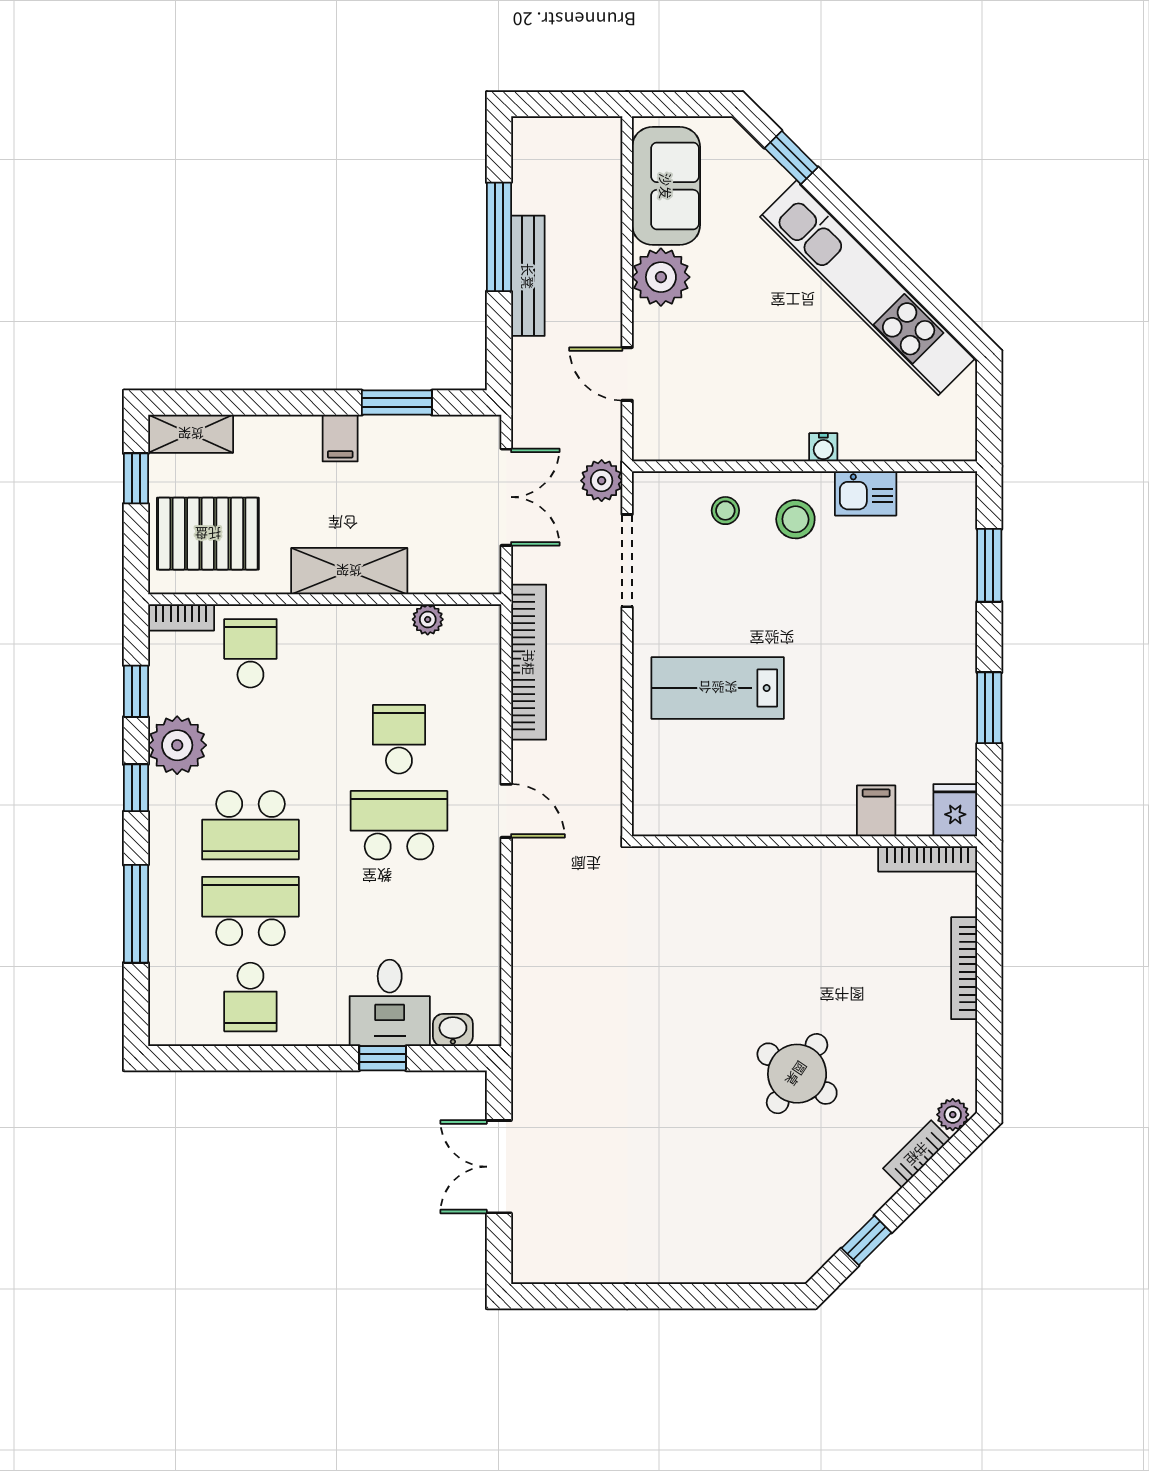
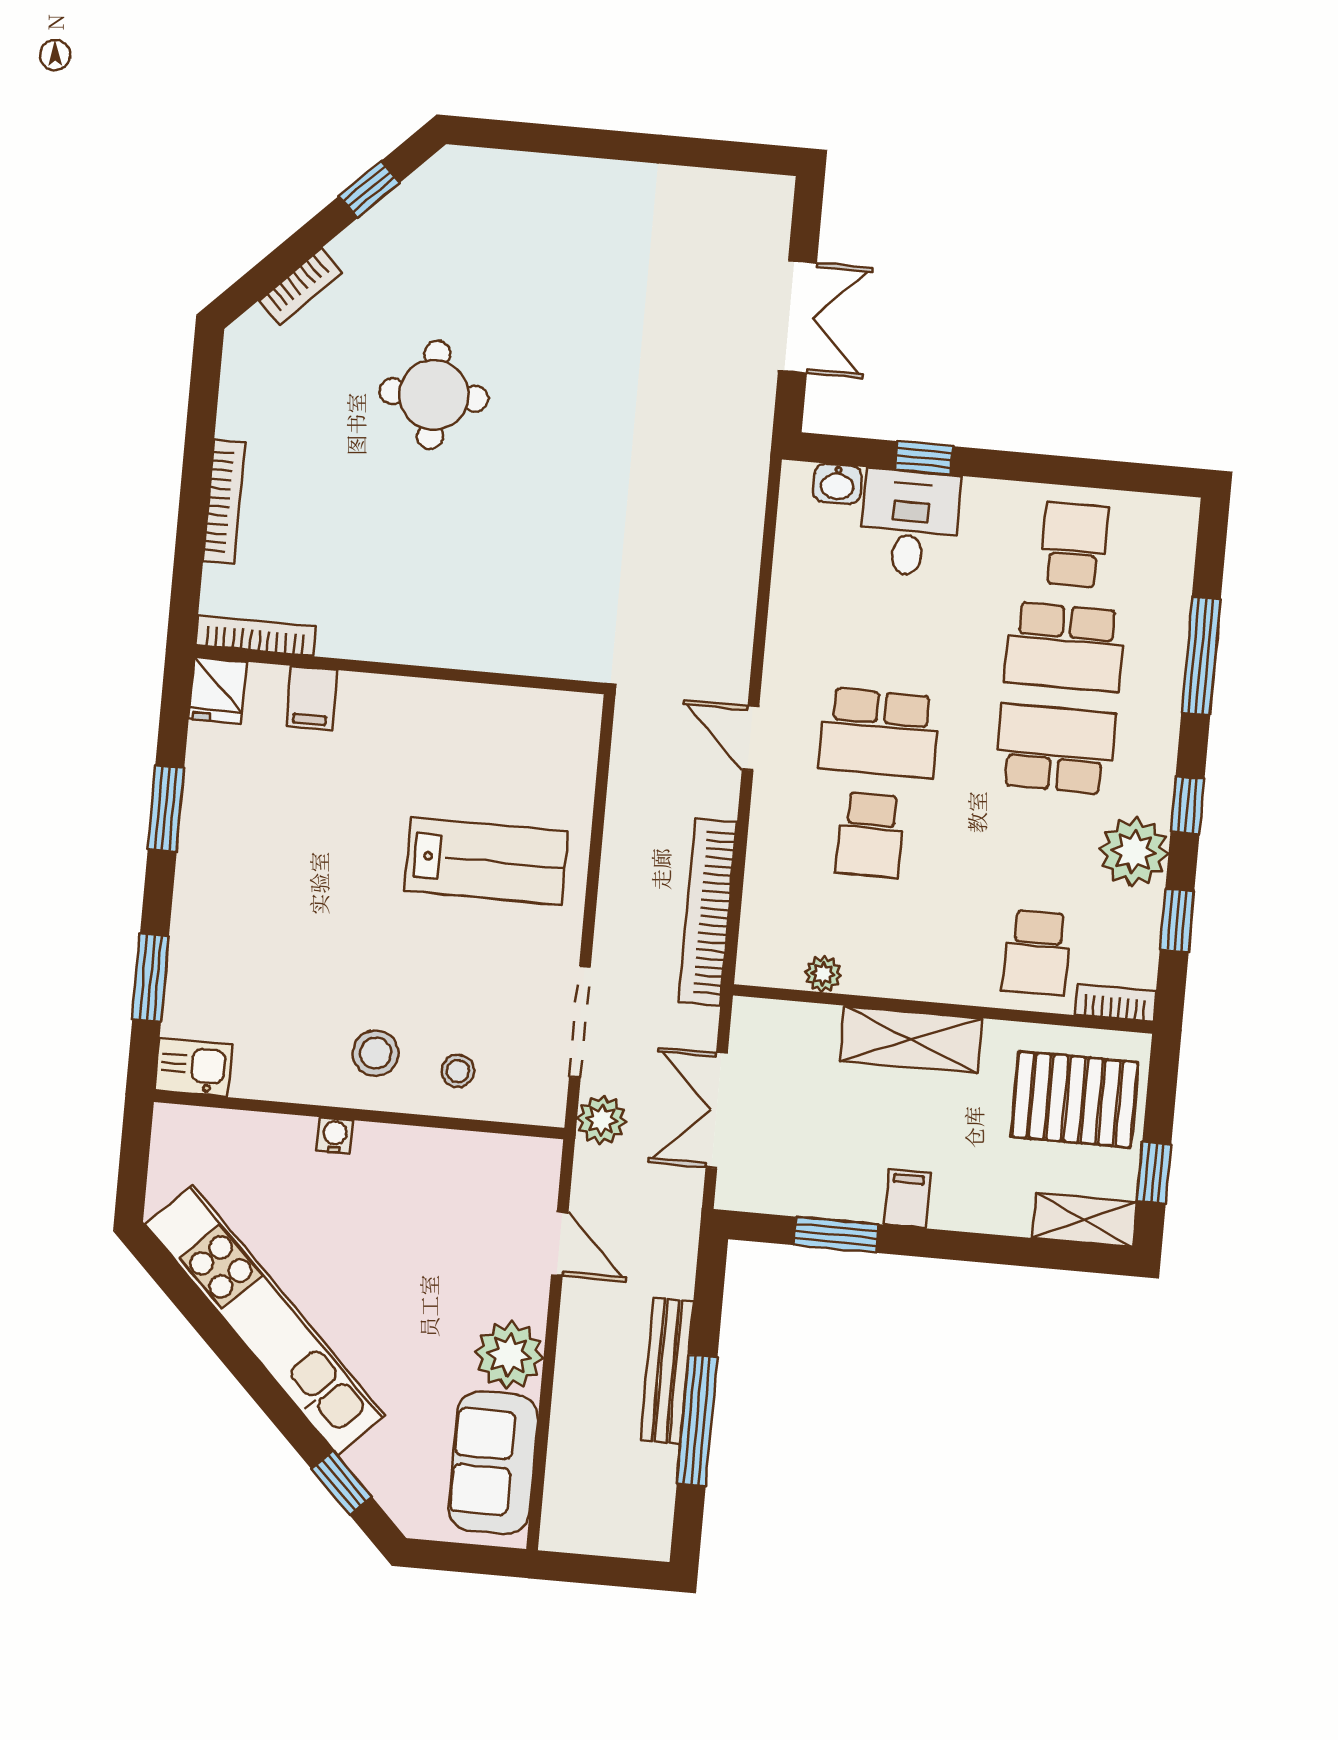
kitchen sink: (866, 493) -> (194, 1068), moved
round table: (797, 1074) -> (434, 395), turned -34
plant: (953, 1115) -> (253, 329), removed

